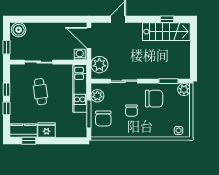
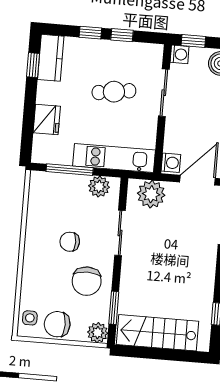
stairs: (166, 32) -> (158, 333), moved, turned 90
washing machine: (15, 55) -> (180, 54), added
chair: (103, 118) -> (57, 324), moved
fridge: (47, 130) -> (47, 119), moved

